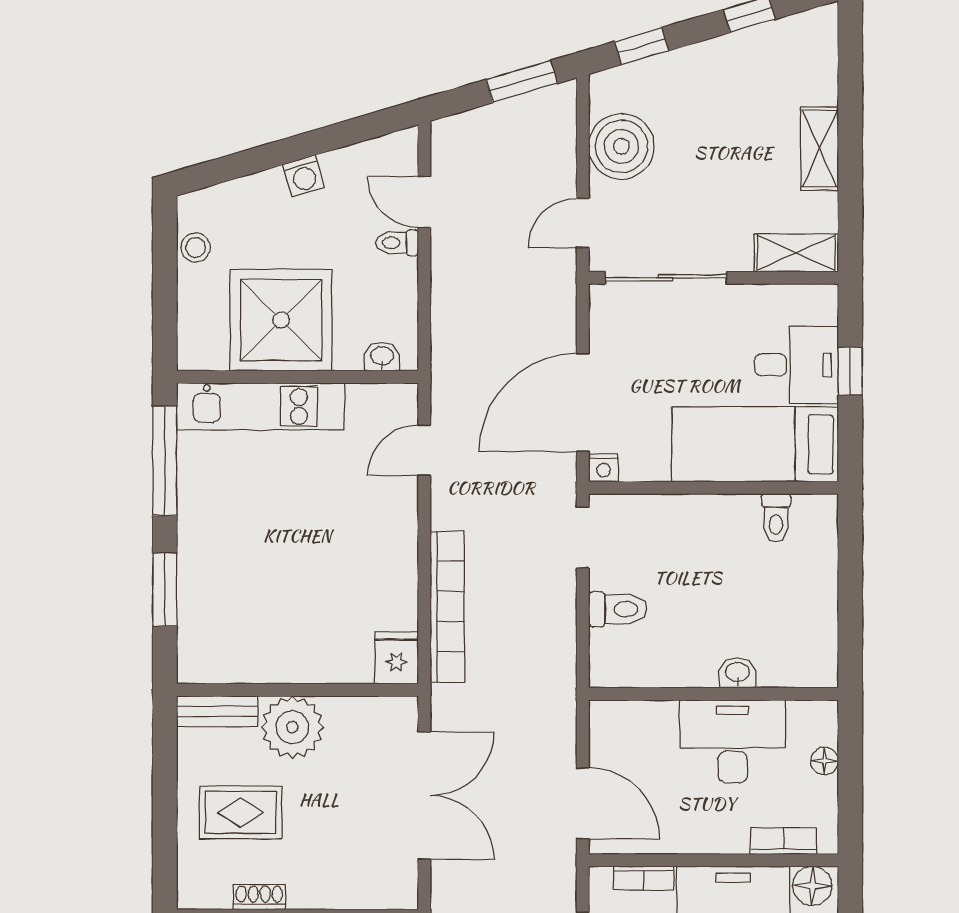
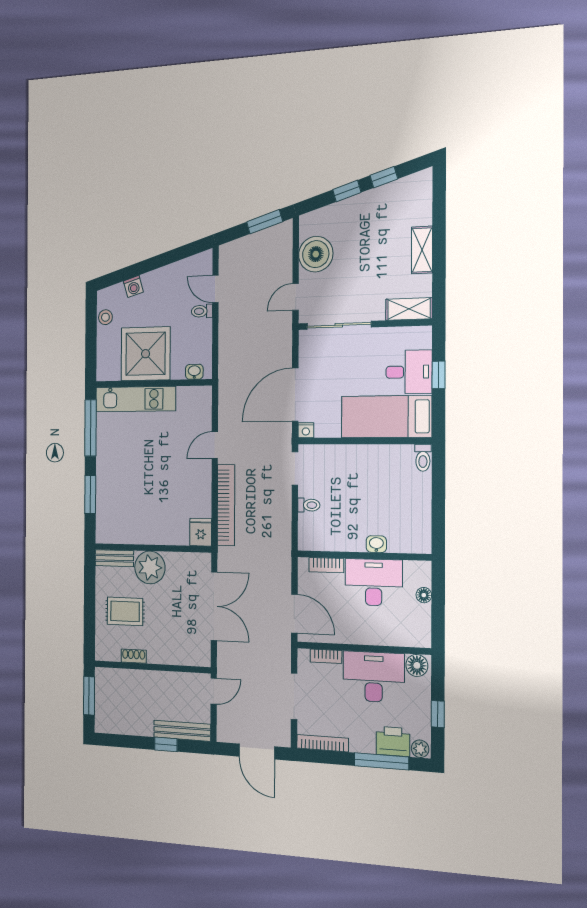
window: (642, 46) -> (347, 191), moved
washing machine: (304, 176) -> (133, 286), moved
door: (424, 450) -> (215, 445), moved
toilet: (776, 518) -> (423, 458), moved
toilet: (618, 609) -> (309, 505), width x0.73, depth x0.72
bookcase: (783, 841) -> (326, 565), moved, turned 180

